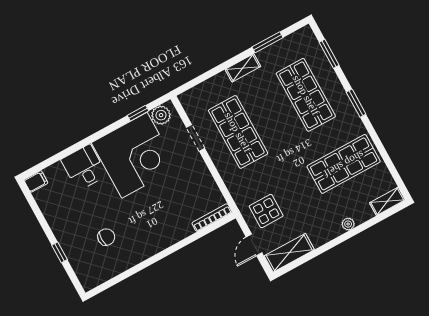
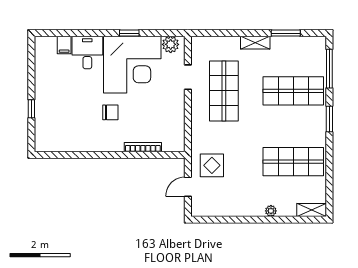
window: (329, 54) -> (329, 69), width x1.44
shop shelf: (306, 95) -> (293, 91), turned 90
window: (138, 113) -> (129, 33), moved
filing cabinet: (36, 181) -> (64, 45), moved, turned 90
bookcase: (212, 218) -> (143, 147), moved
chair: (106, 237) -> (110, 112), moved
shelving: (289, 253) -> (212, 208), removed

